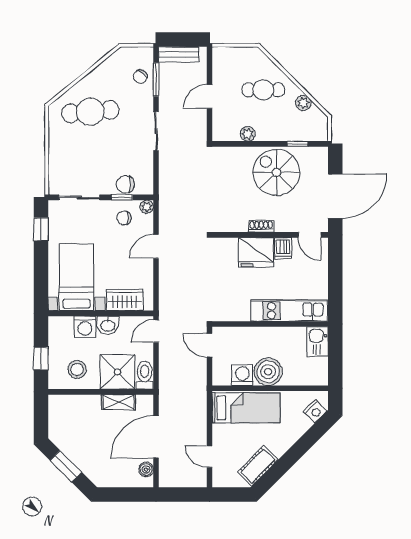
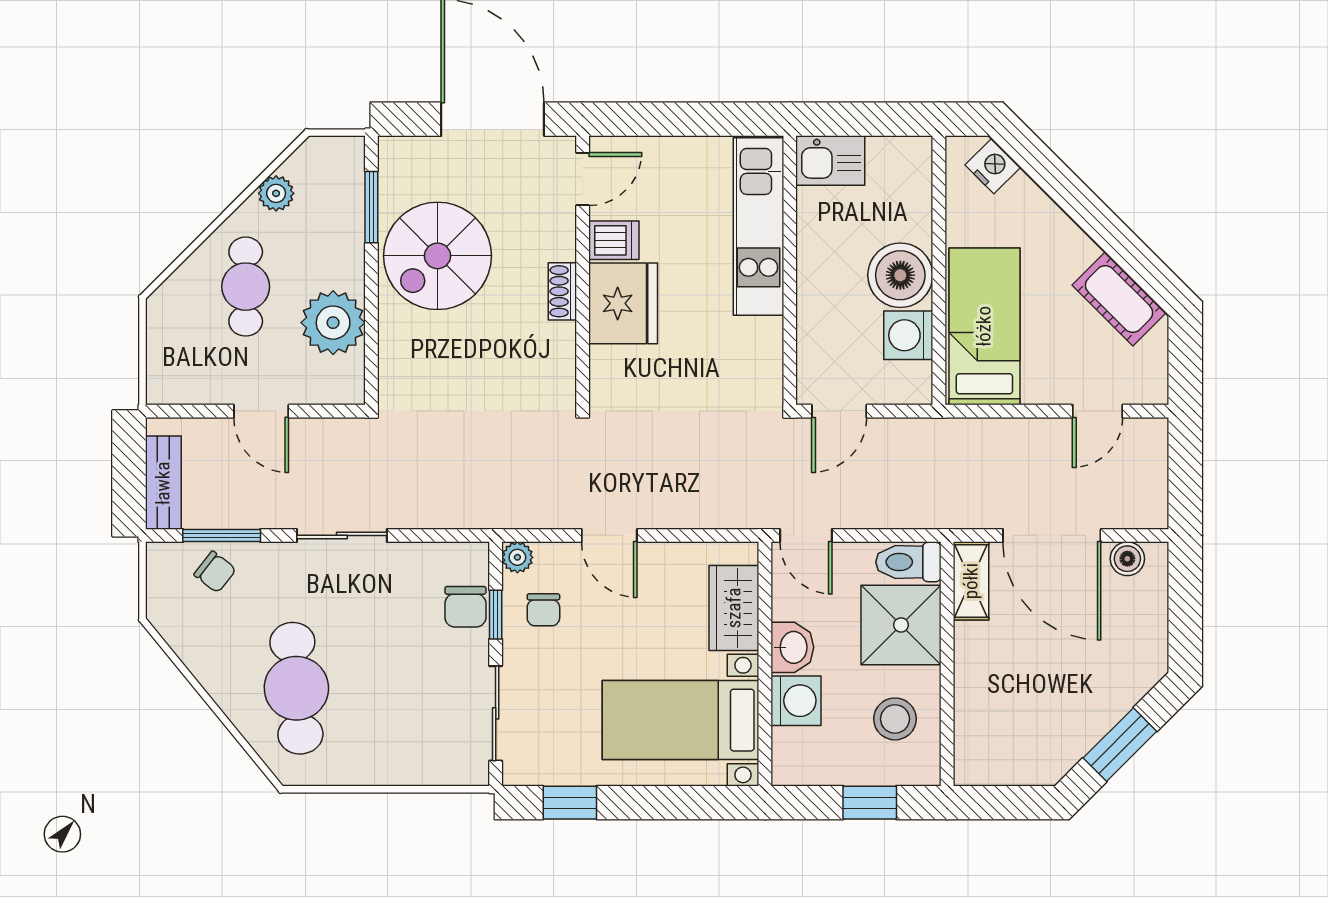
plant: (248, 134) -> (333, 323), width x1.88, depth x1.88
window: (297, 144) -> (371, 207), width x1.50
shelving: (119, 402) -> (971, 581), moved

